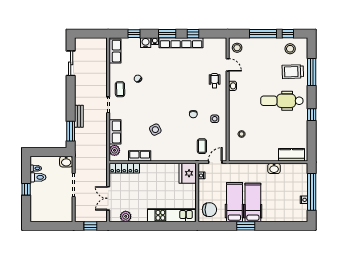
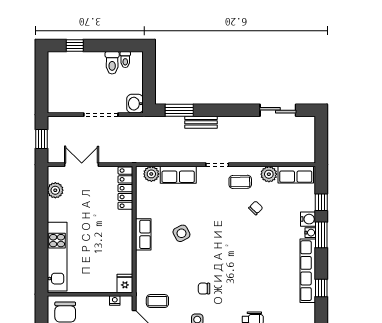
window: (167, 34) -> (321, 235), moved
plant: (115, 70) -> (269, 174), added
row of seats: (140, 156) -> (143, 234), moved
fridge: (188, 173) -> (125, 283), width x0.53, depth x0.75
window: (26, 189) -> (75, 45), moved

